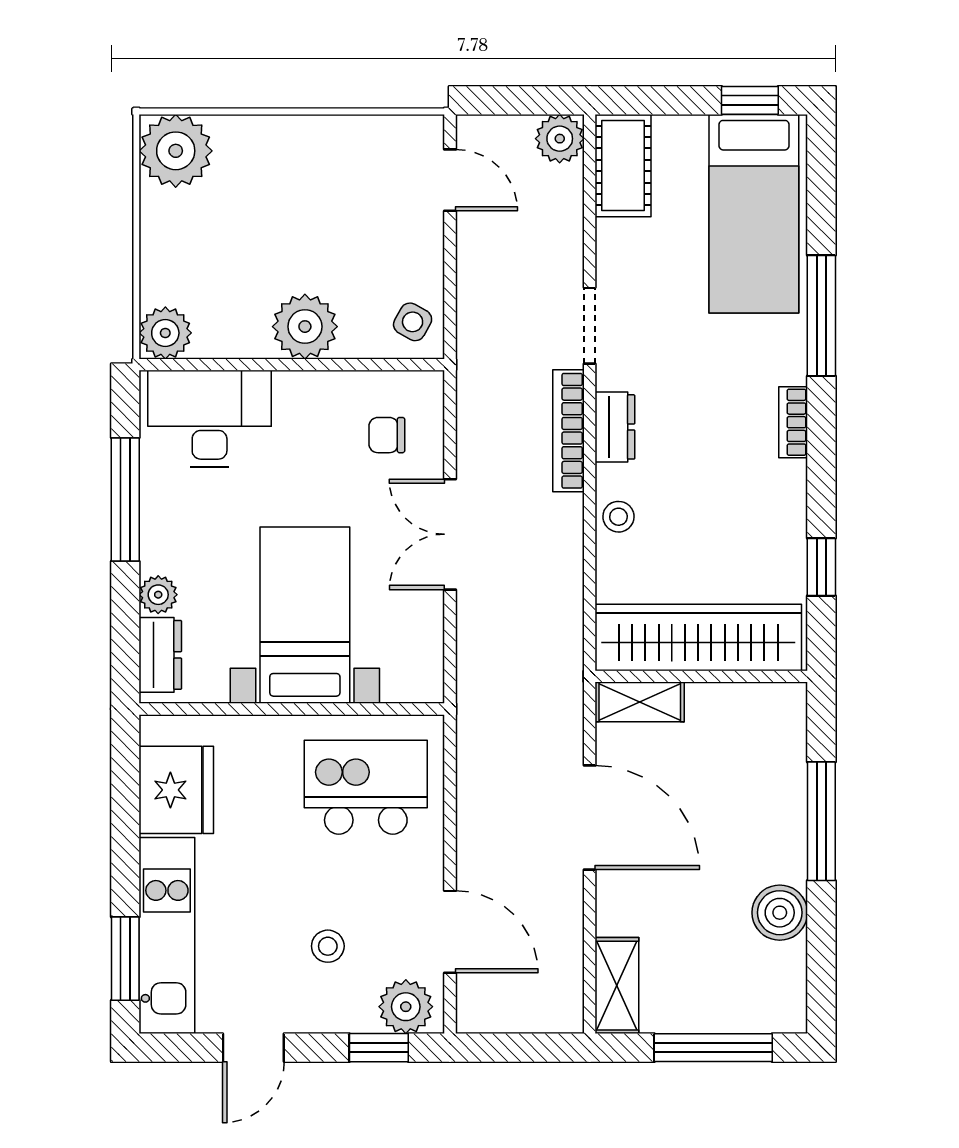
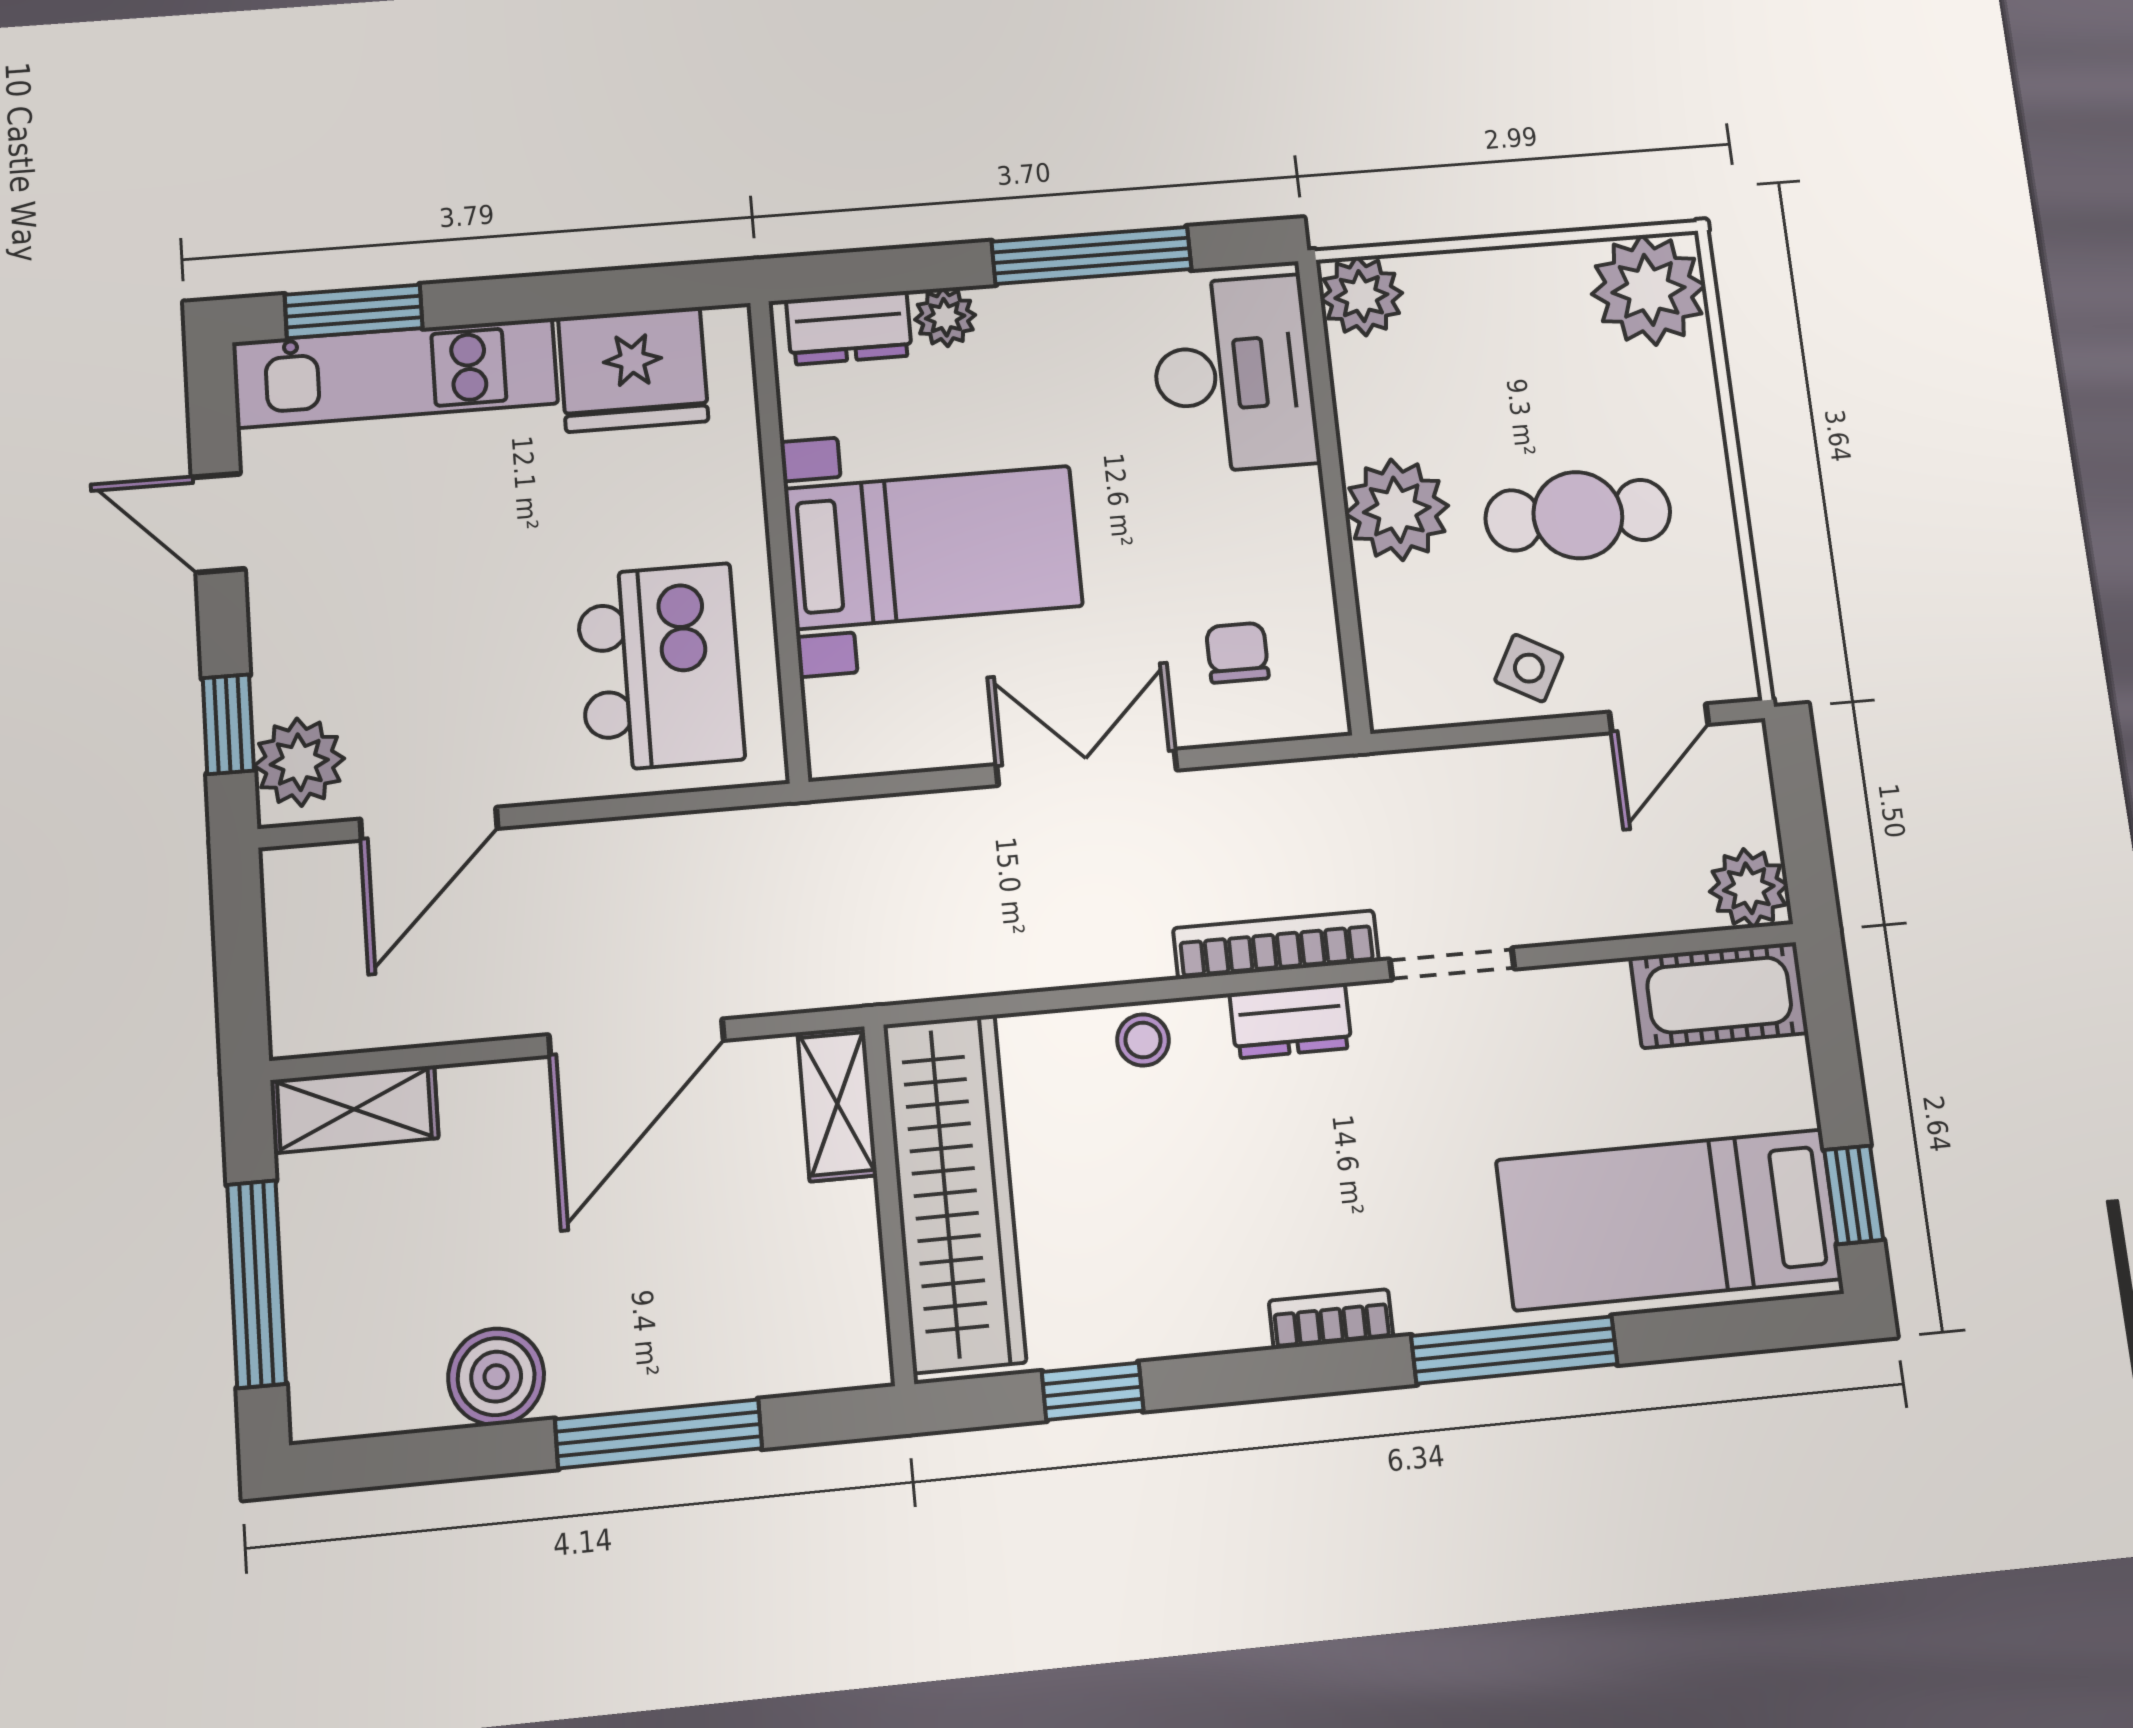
cafe table: (318, 214) -> (1578, 515), added
side table: (413, 322) -> (1529, 668), moved
stool: (328, 946) -> (393, 628), removed

